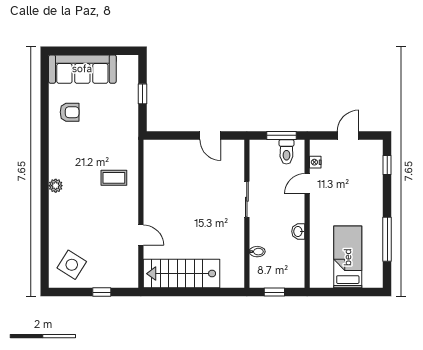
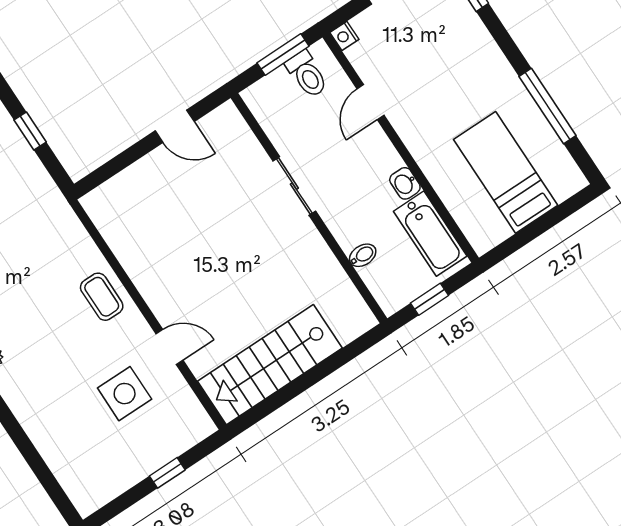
nightstand: (315, 162) -> (344, 36), moved
coffee table: (114, 178) -> (102, 297), moved, turned 90
bathtub: (295, 262) -> (430, 234), added
side table: (72, 265) -> (125, 394), moved, turned -32

